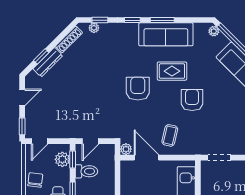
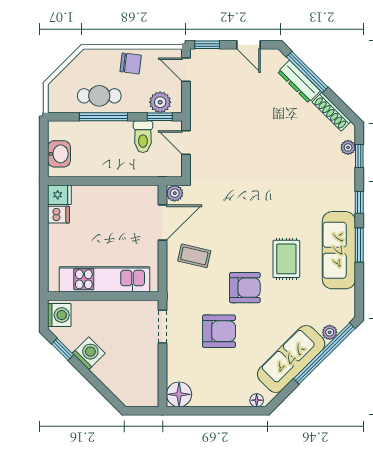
plant: (214, 31) -> (330, 332), moved
window: (41, 56) -> (307, 72), width x2.17
armchair: (138, 89) -> (219, 331), moved

